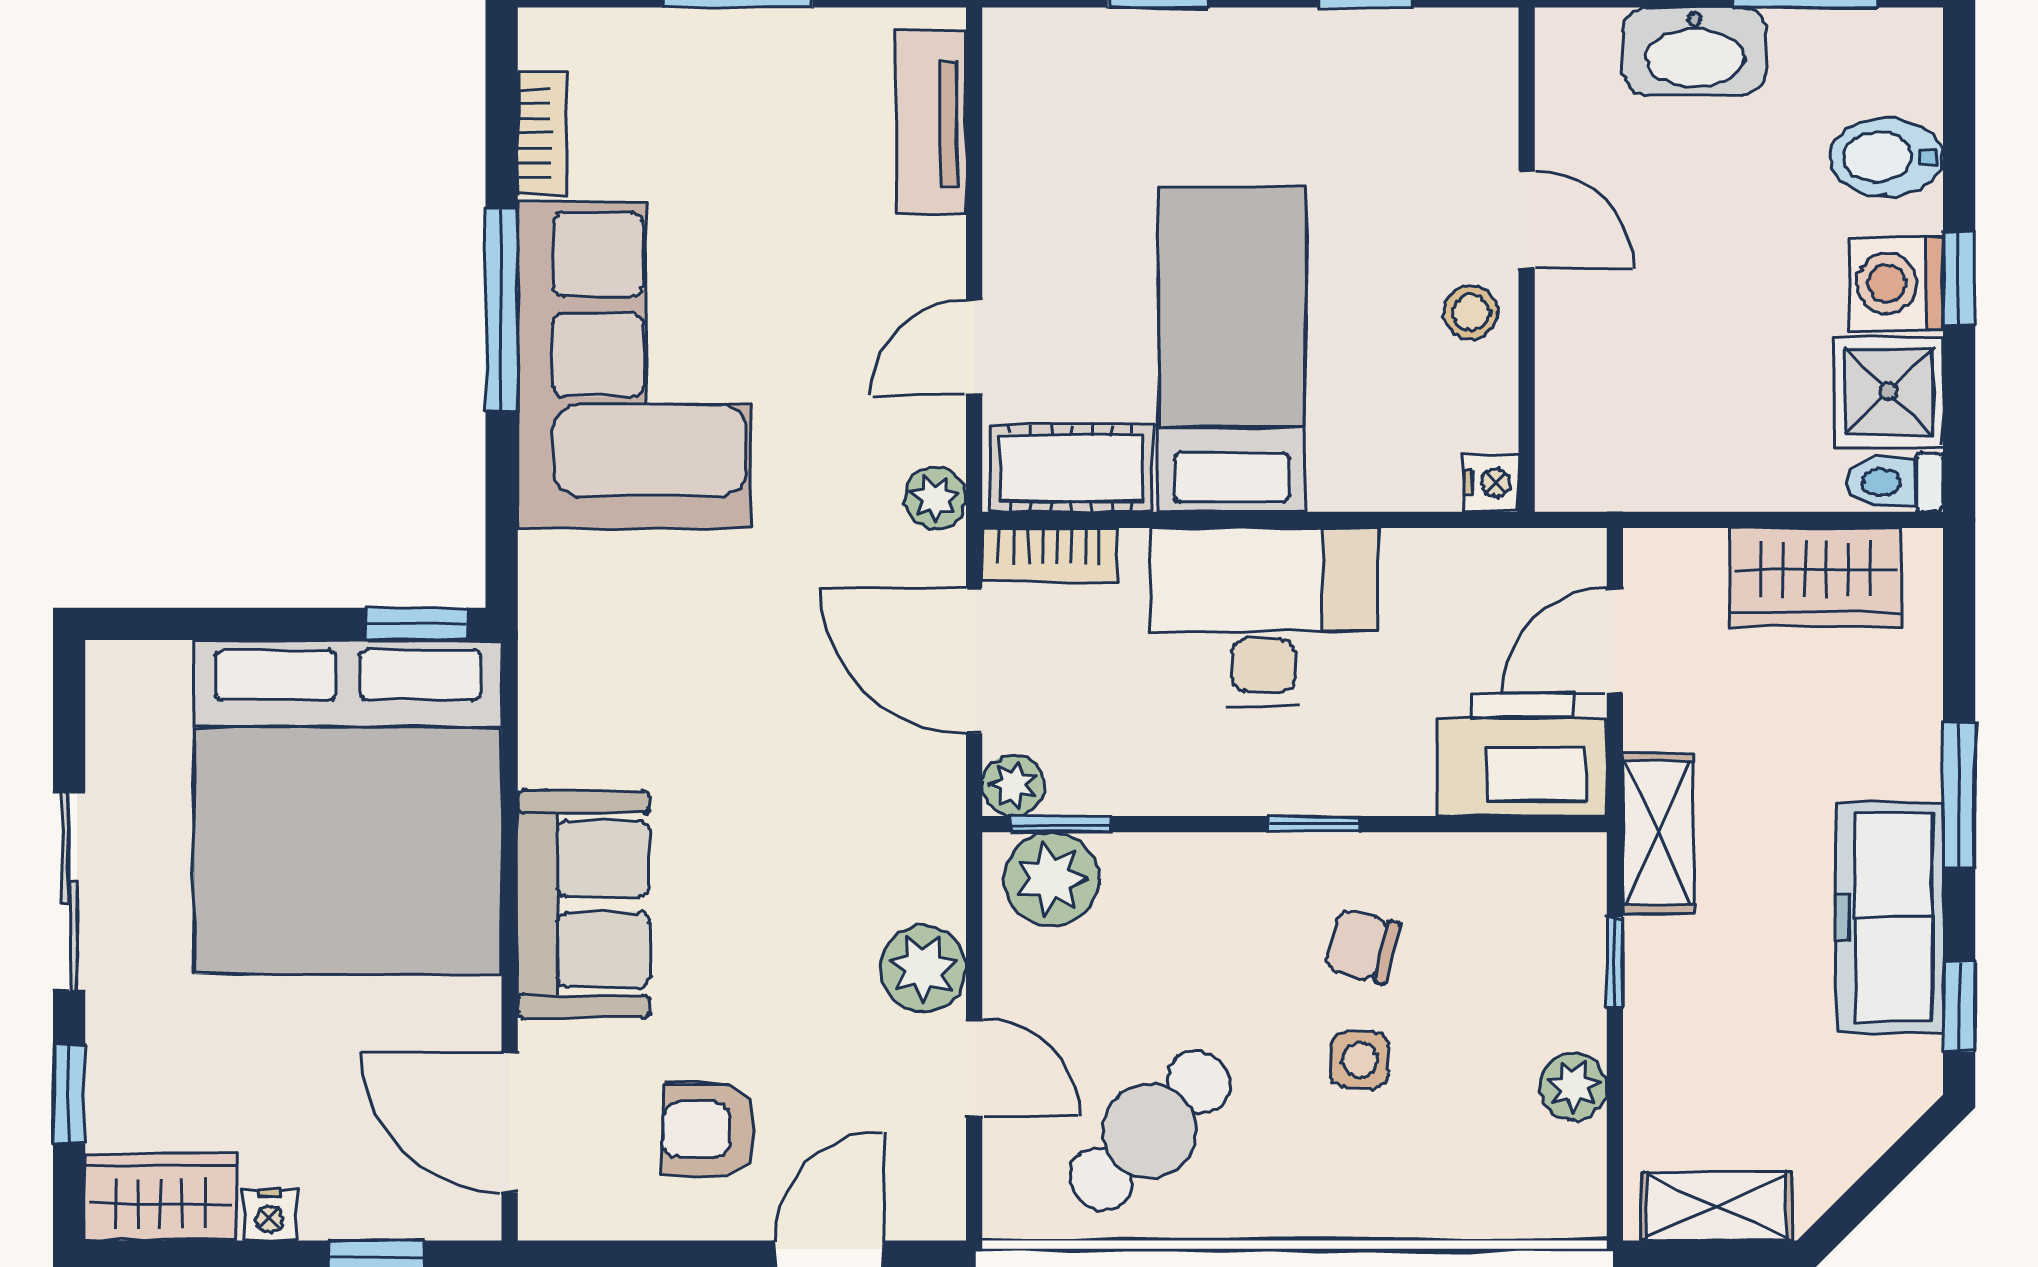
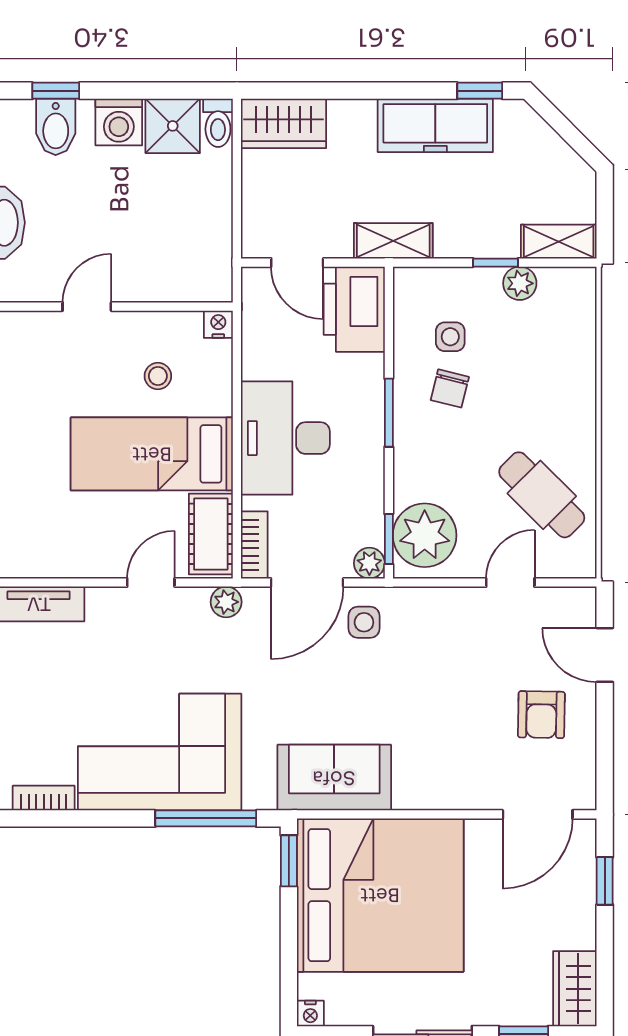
window: (1959, 278) -> (56, 91), moved
window: (502, 310) -> (206, 818), moved
stool: (1471, 312) -> (158, 376), moved
door: (974, 348) -> (151, 582), swing flipped
wardrobe: (1815, 577) -> (283, 123), moved, turned 90
side table: (894, 775) -> (364, 622), added
window: (1959, 795) -> (374, 91), removed
window: (1314, 824) -> (389, 413), width x1.50
plant: (1052, 879) -> (425, 535), width x1.36, depth x1.36
sofa: (583, 904) -> (334, 778), moved
window: (1615, 962) -> (495, 263), moved
plant: (923, 968) -> (461, 608), removed
side table: (1360, 1060) -> (450, 337), moved
shelving: (1717, 1207) -> (559, 242), moved, turned 90
nightstand: (269, 1215) -> (310, 1014), moved, turned 90

